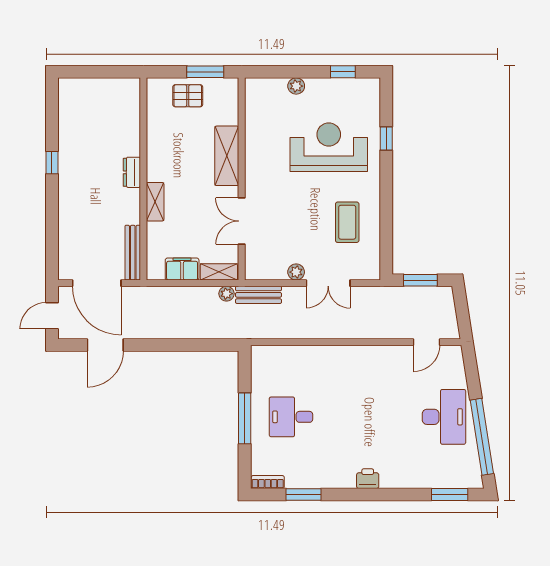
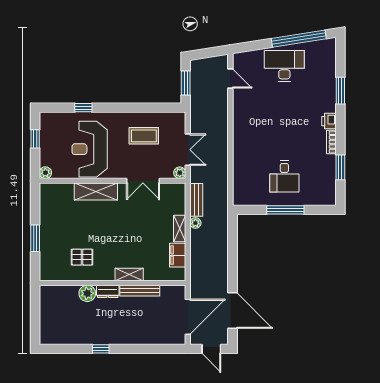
pallet: (188, 96) -> (82, 257), moved, turned 90
plant: (129, 144) -> (87, 293), added
shelving: (227, 156) -> (96, 192), moved
wall: (242, 179) -> (113, 181), moved
double door: (242, 221) -> (143, 181), moved
bench: (133, 253) -> (140, 291), moved
door: (105, 345) -> (233, 311), width x1.36
bookcase: (268, 482) -> (331, 142), moved
window: (450, 494) -> (340, 91), moved

